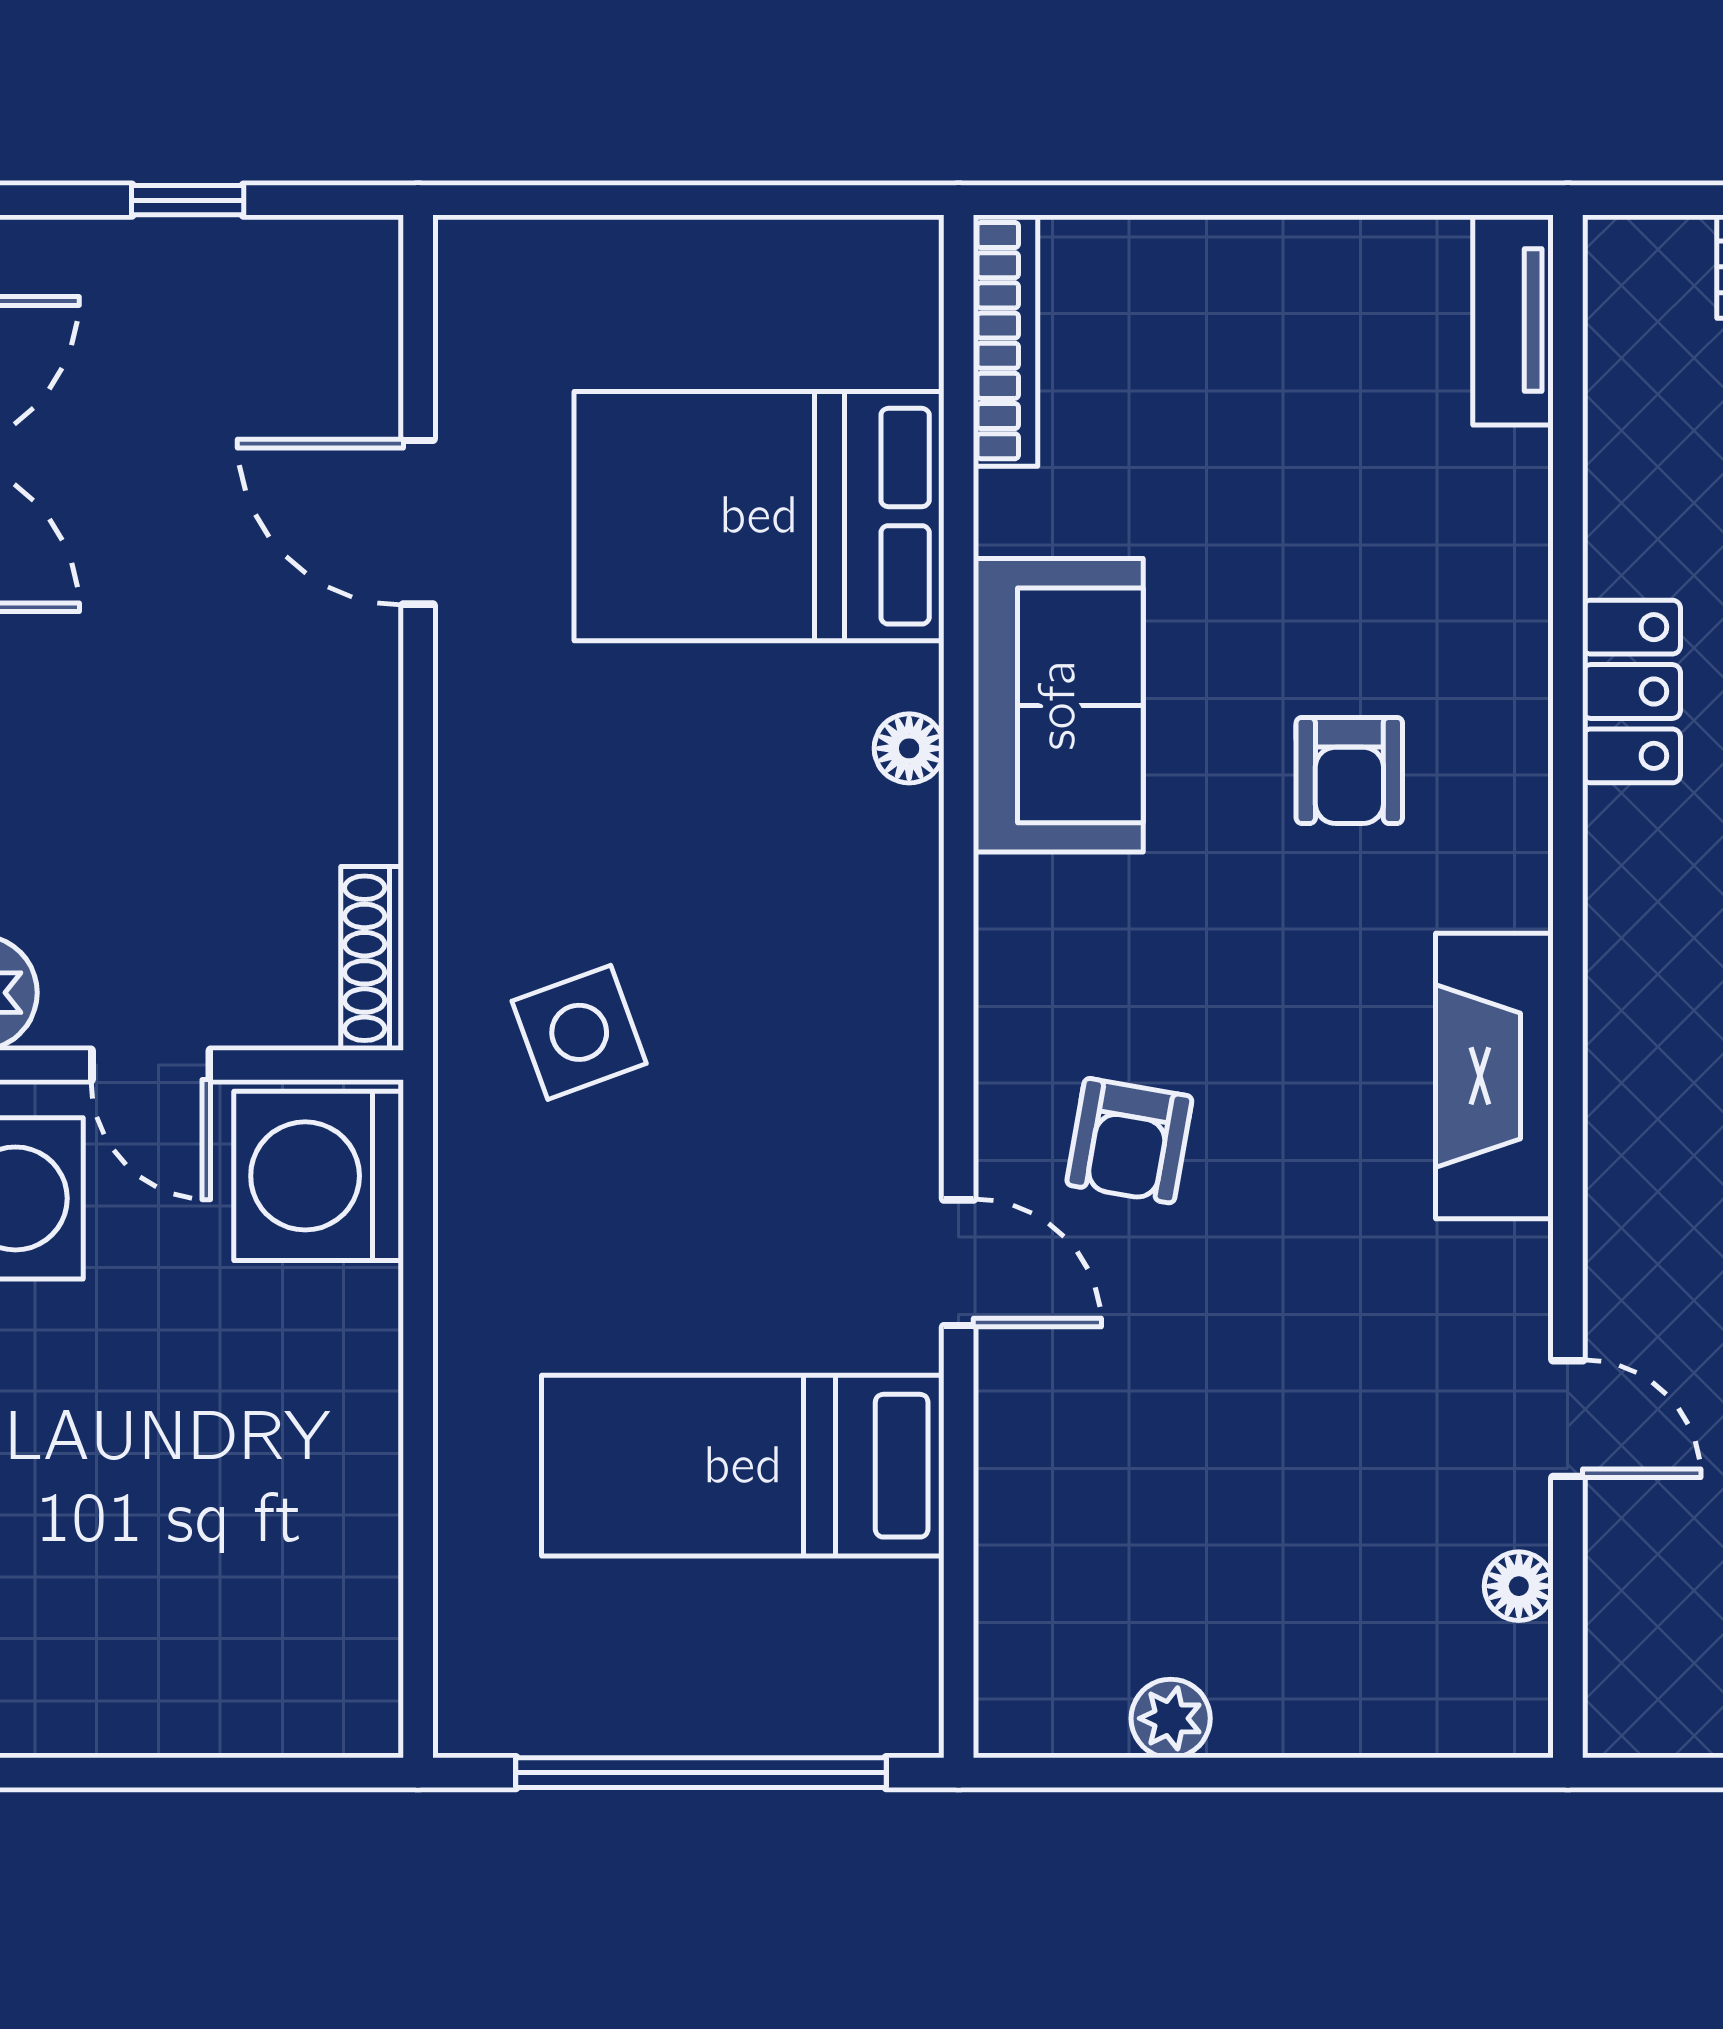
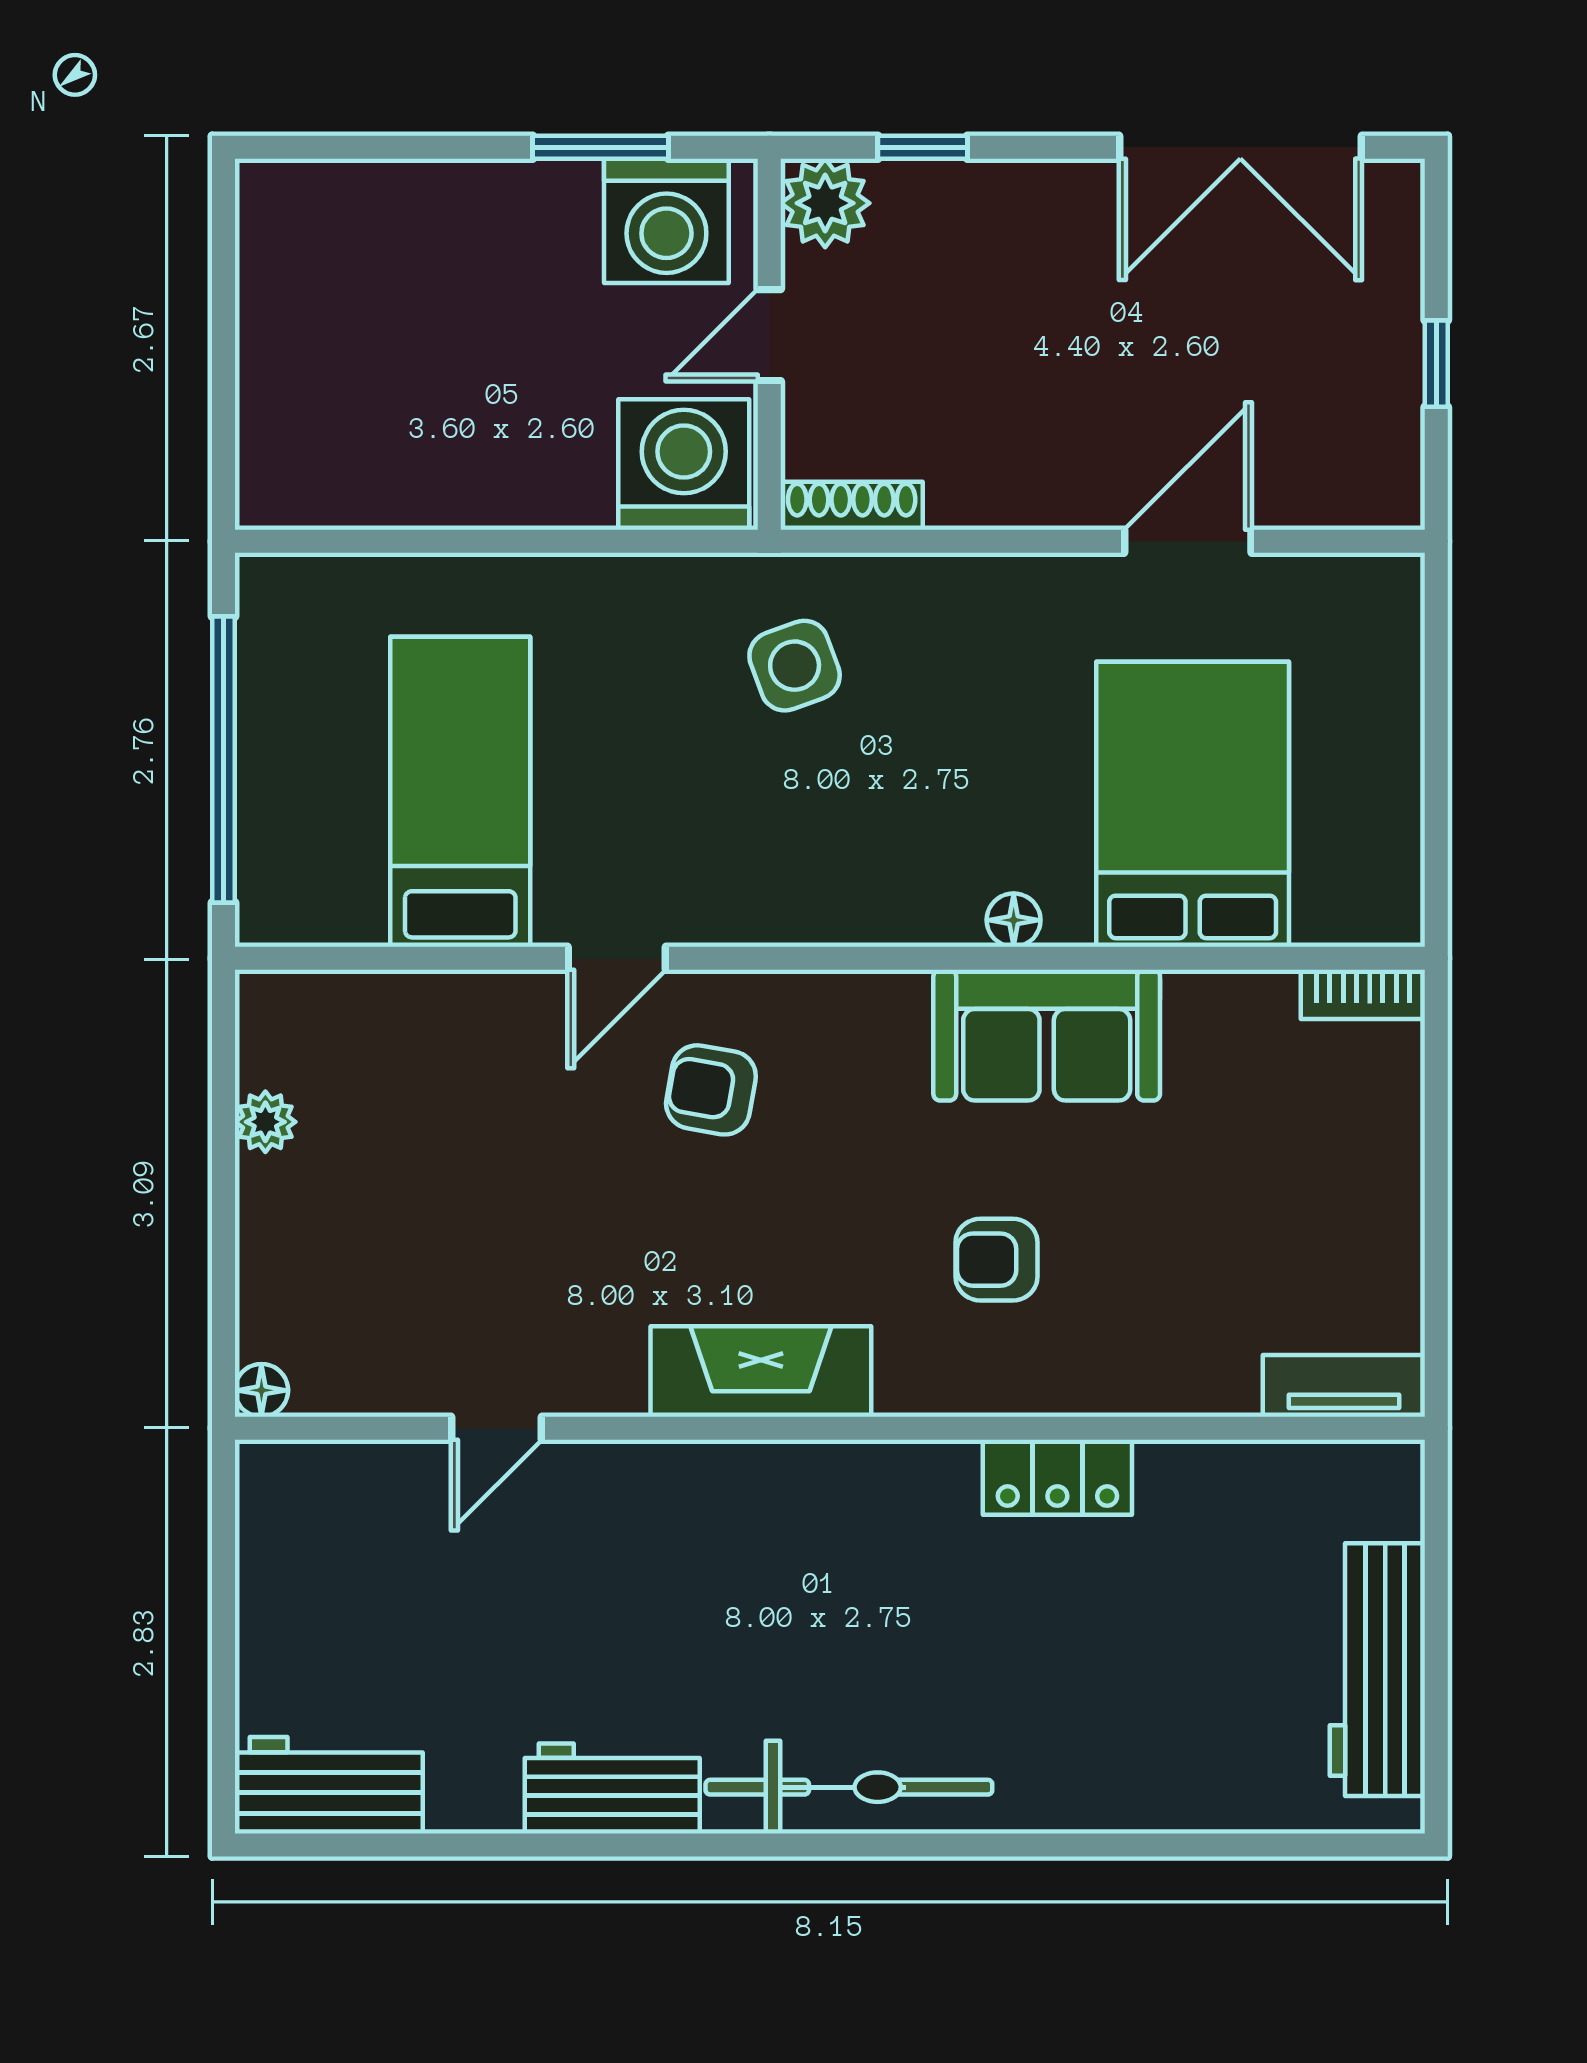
bookcase: (1006, 341) -> (1363, 994), width x0.64
floor lamp: (1519, 1586) -> (261, 1390), moved

